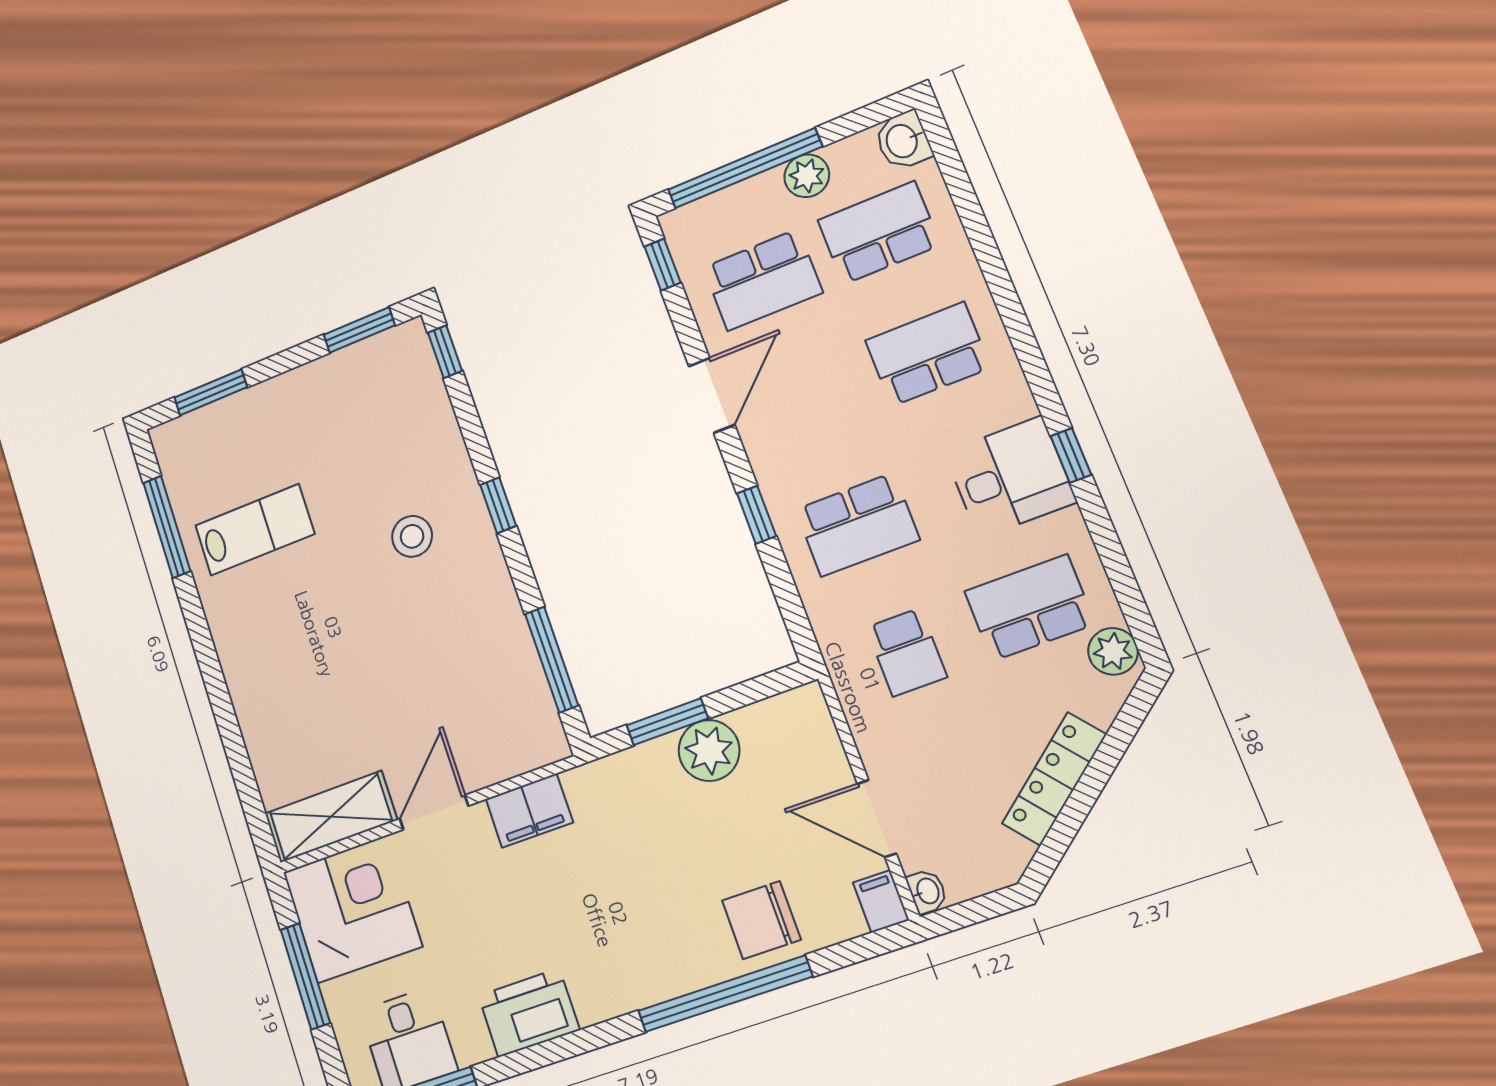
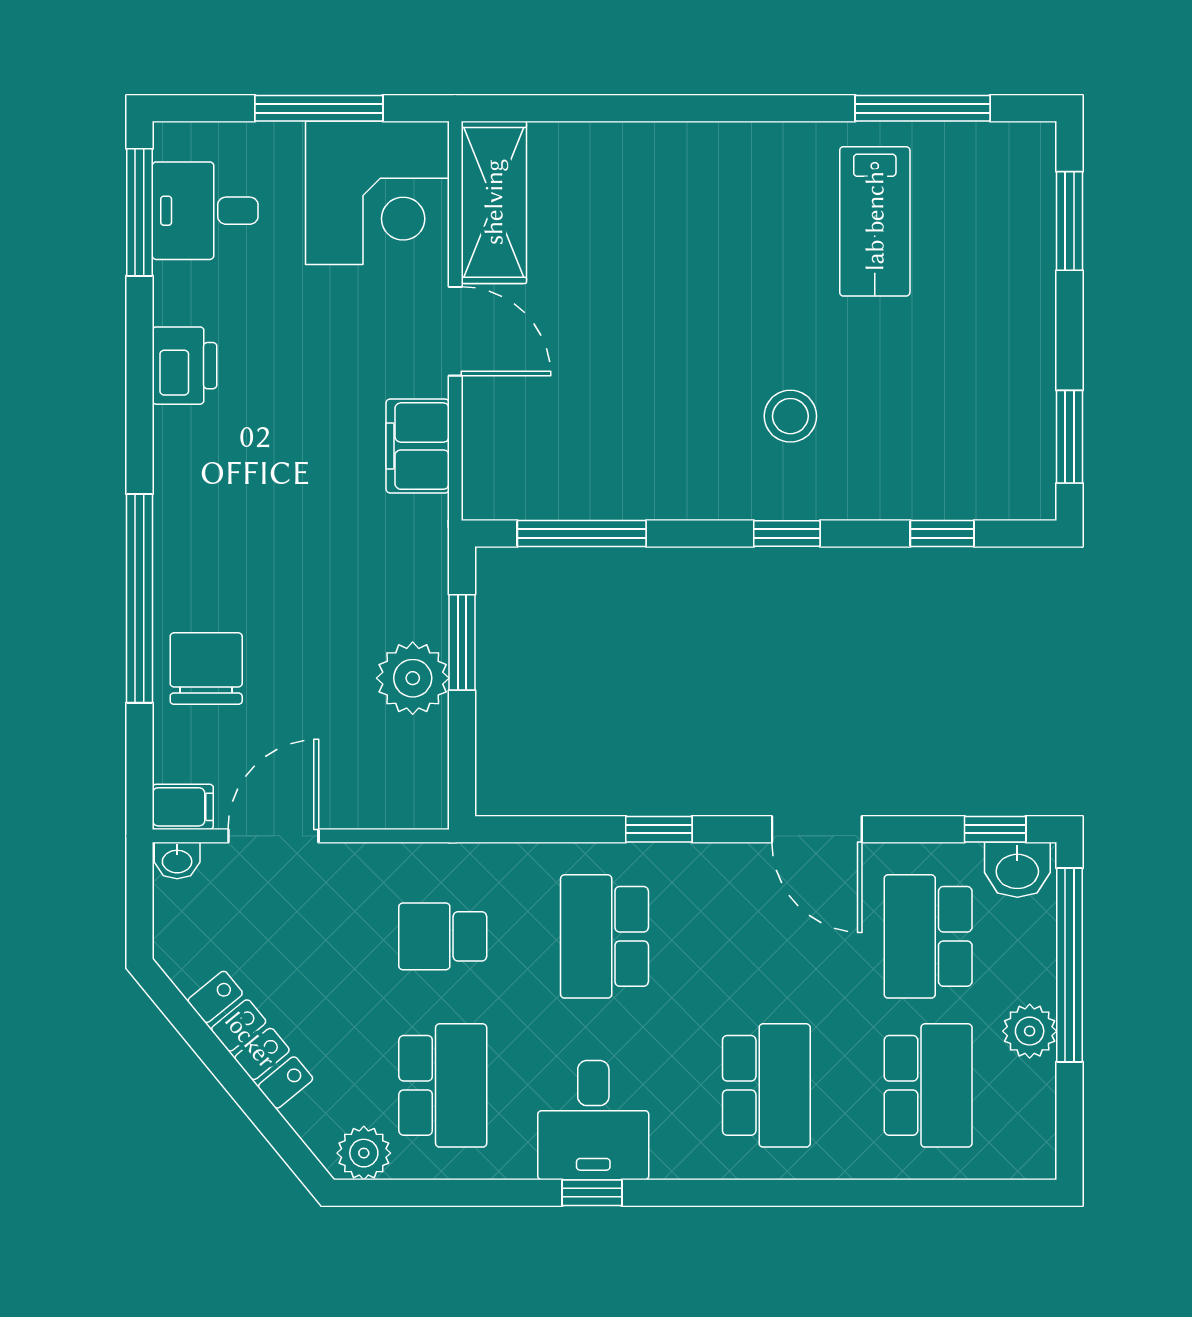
washbasin: (903, 141) -> (1017, 870), moved, turned 180
window: (445, 352) -> (942, 534), moved
printer: (529, 1013) -> (184, 366), width x0.73, depth x0.84

